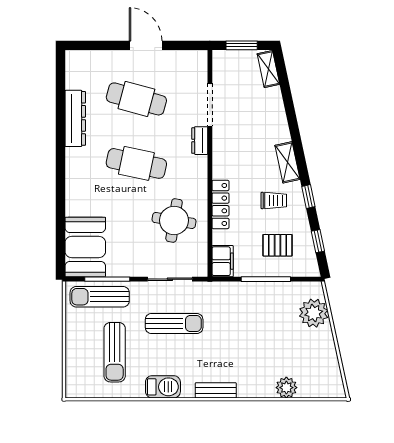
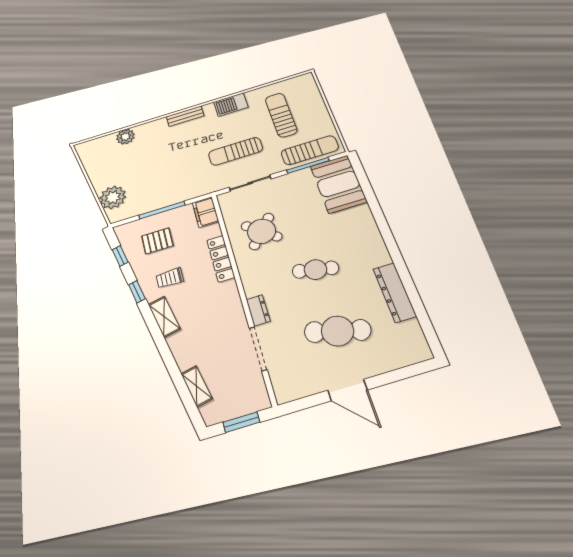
shelving: (268, 69) -> (197, 386), moved
cafe table: (136, 163) -> (315, 270), width x0.73, depth x0.74
round table: (174, 220) -> (262, 231), turned 31

